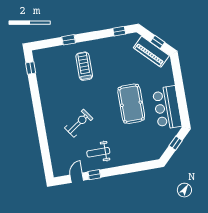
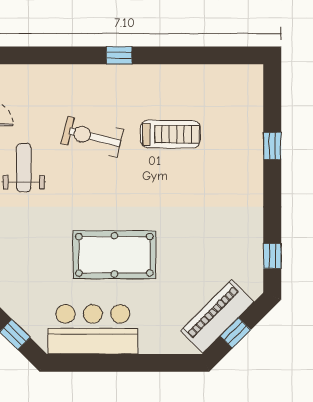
treadmill: (84, 66) -> (170, 134), moved
window: (31, 68) -> (119, 55), moved
exercise bike: (79, 123) -> (92, 137), turned 139

